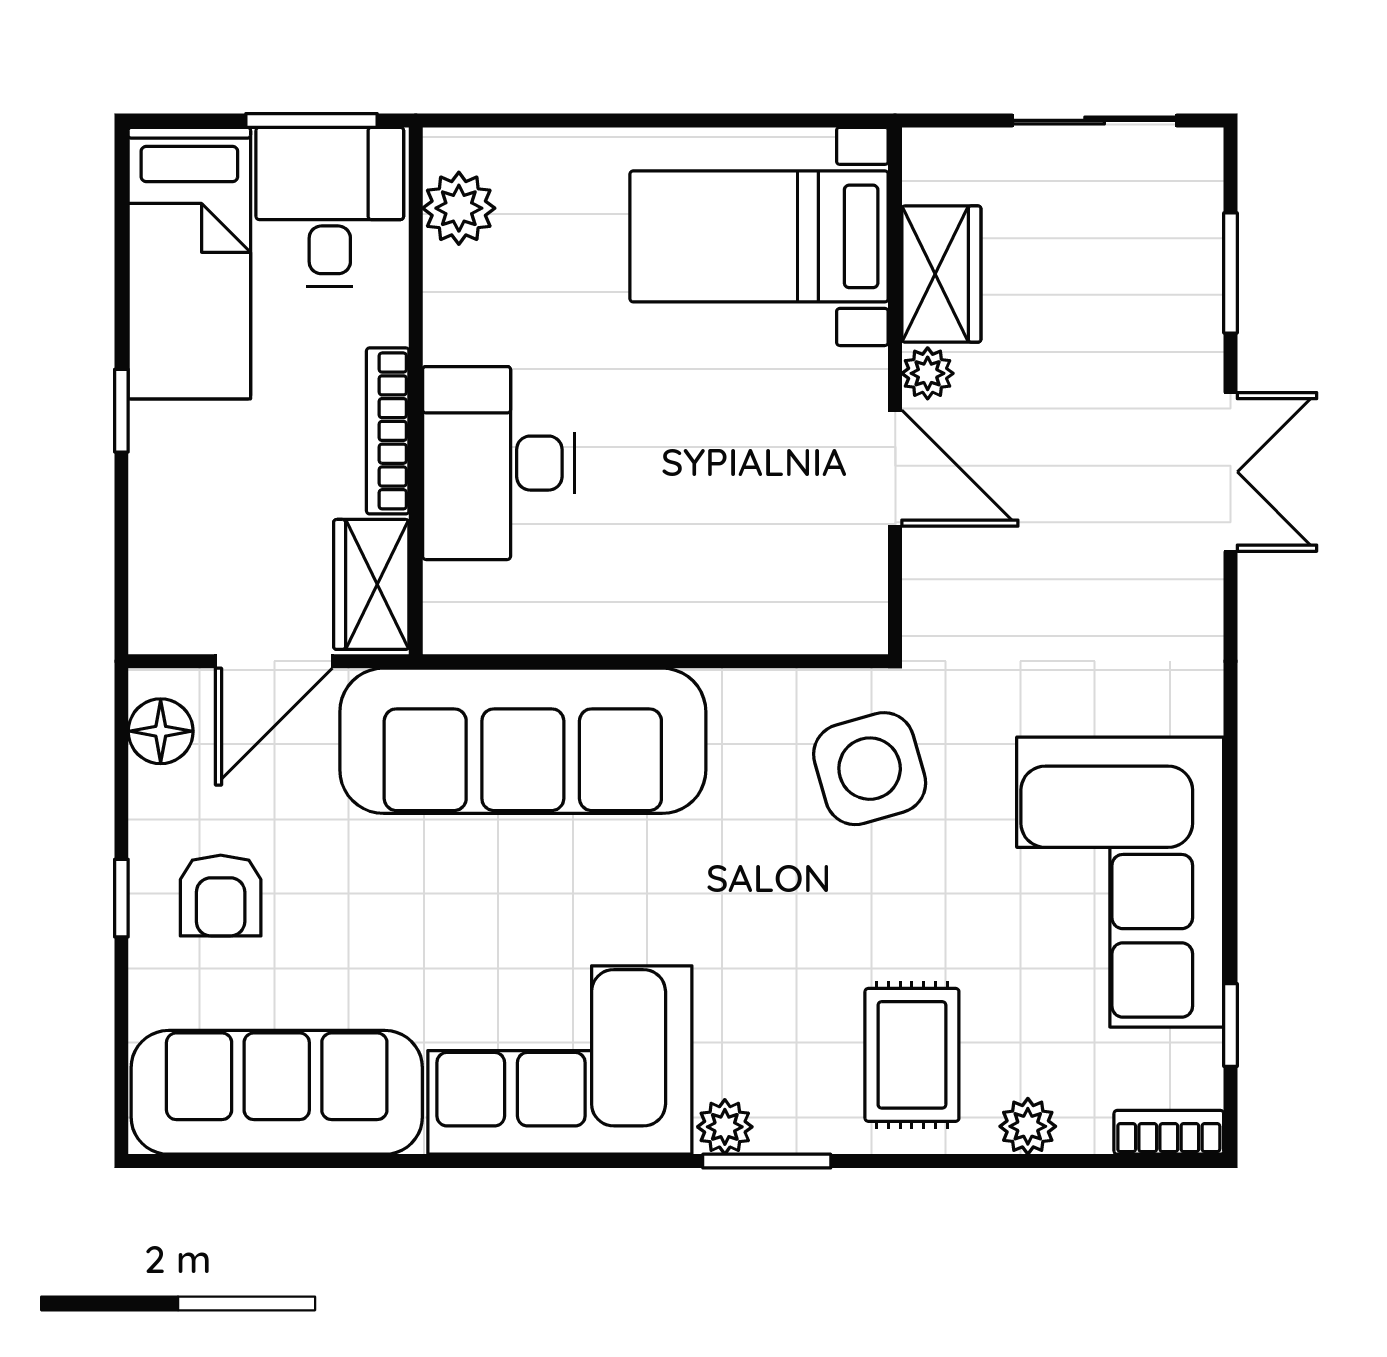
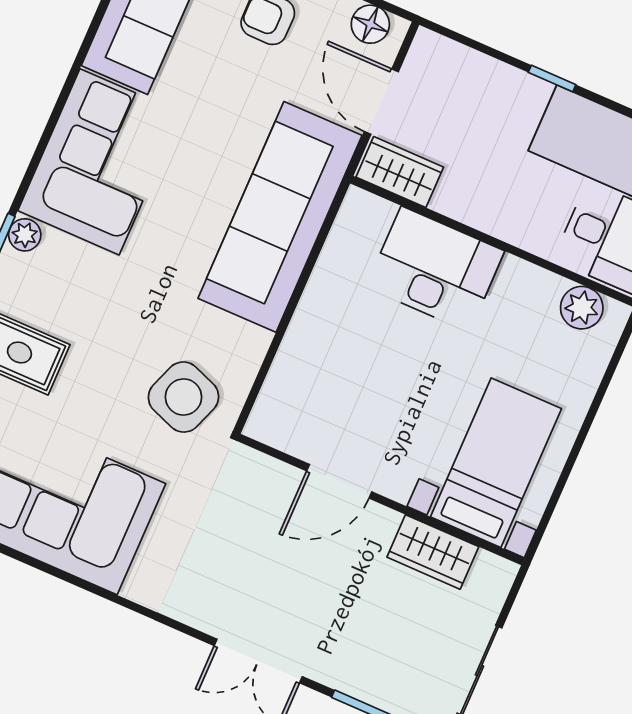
plant: (928, 373) -> (383, 521), removed
bookcase: (388, 431) -> (479, 217), removed
side table: (870, 769) -> (184, 397), turned 36

